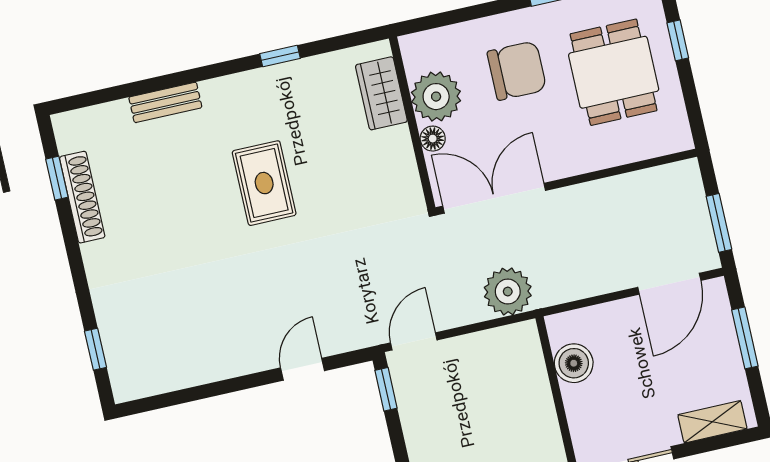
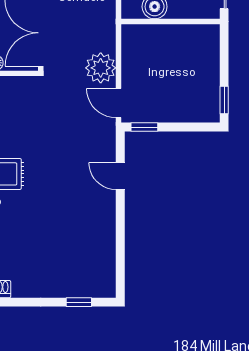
plant: (508, 292) -> (101, 68), moved

